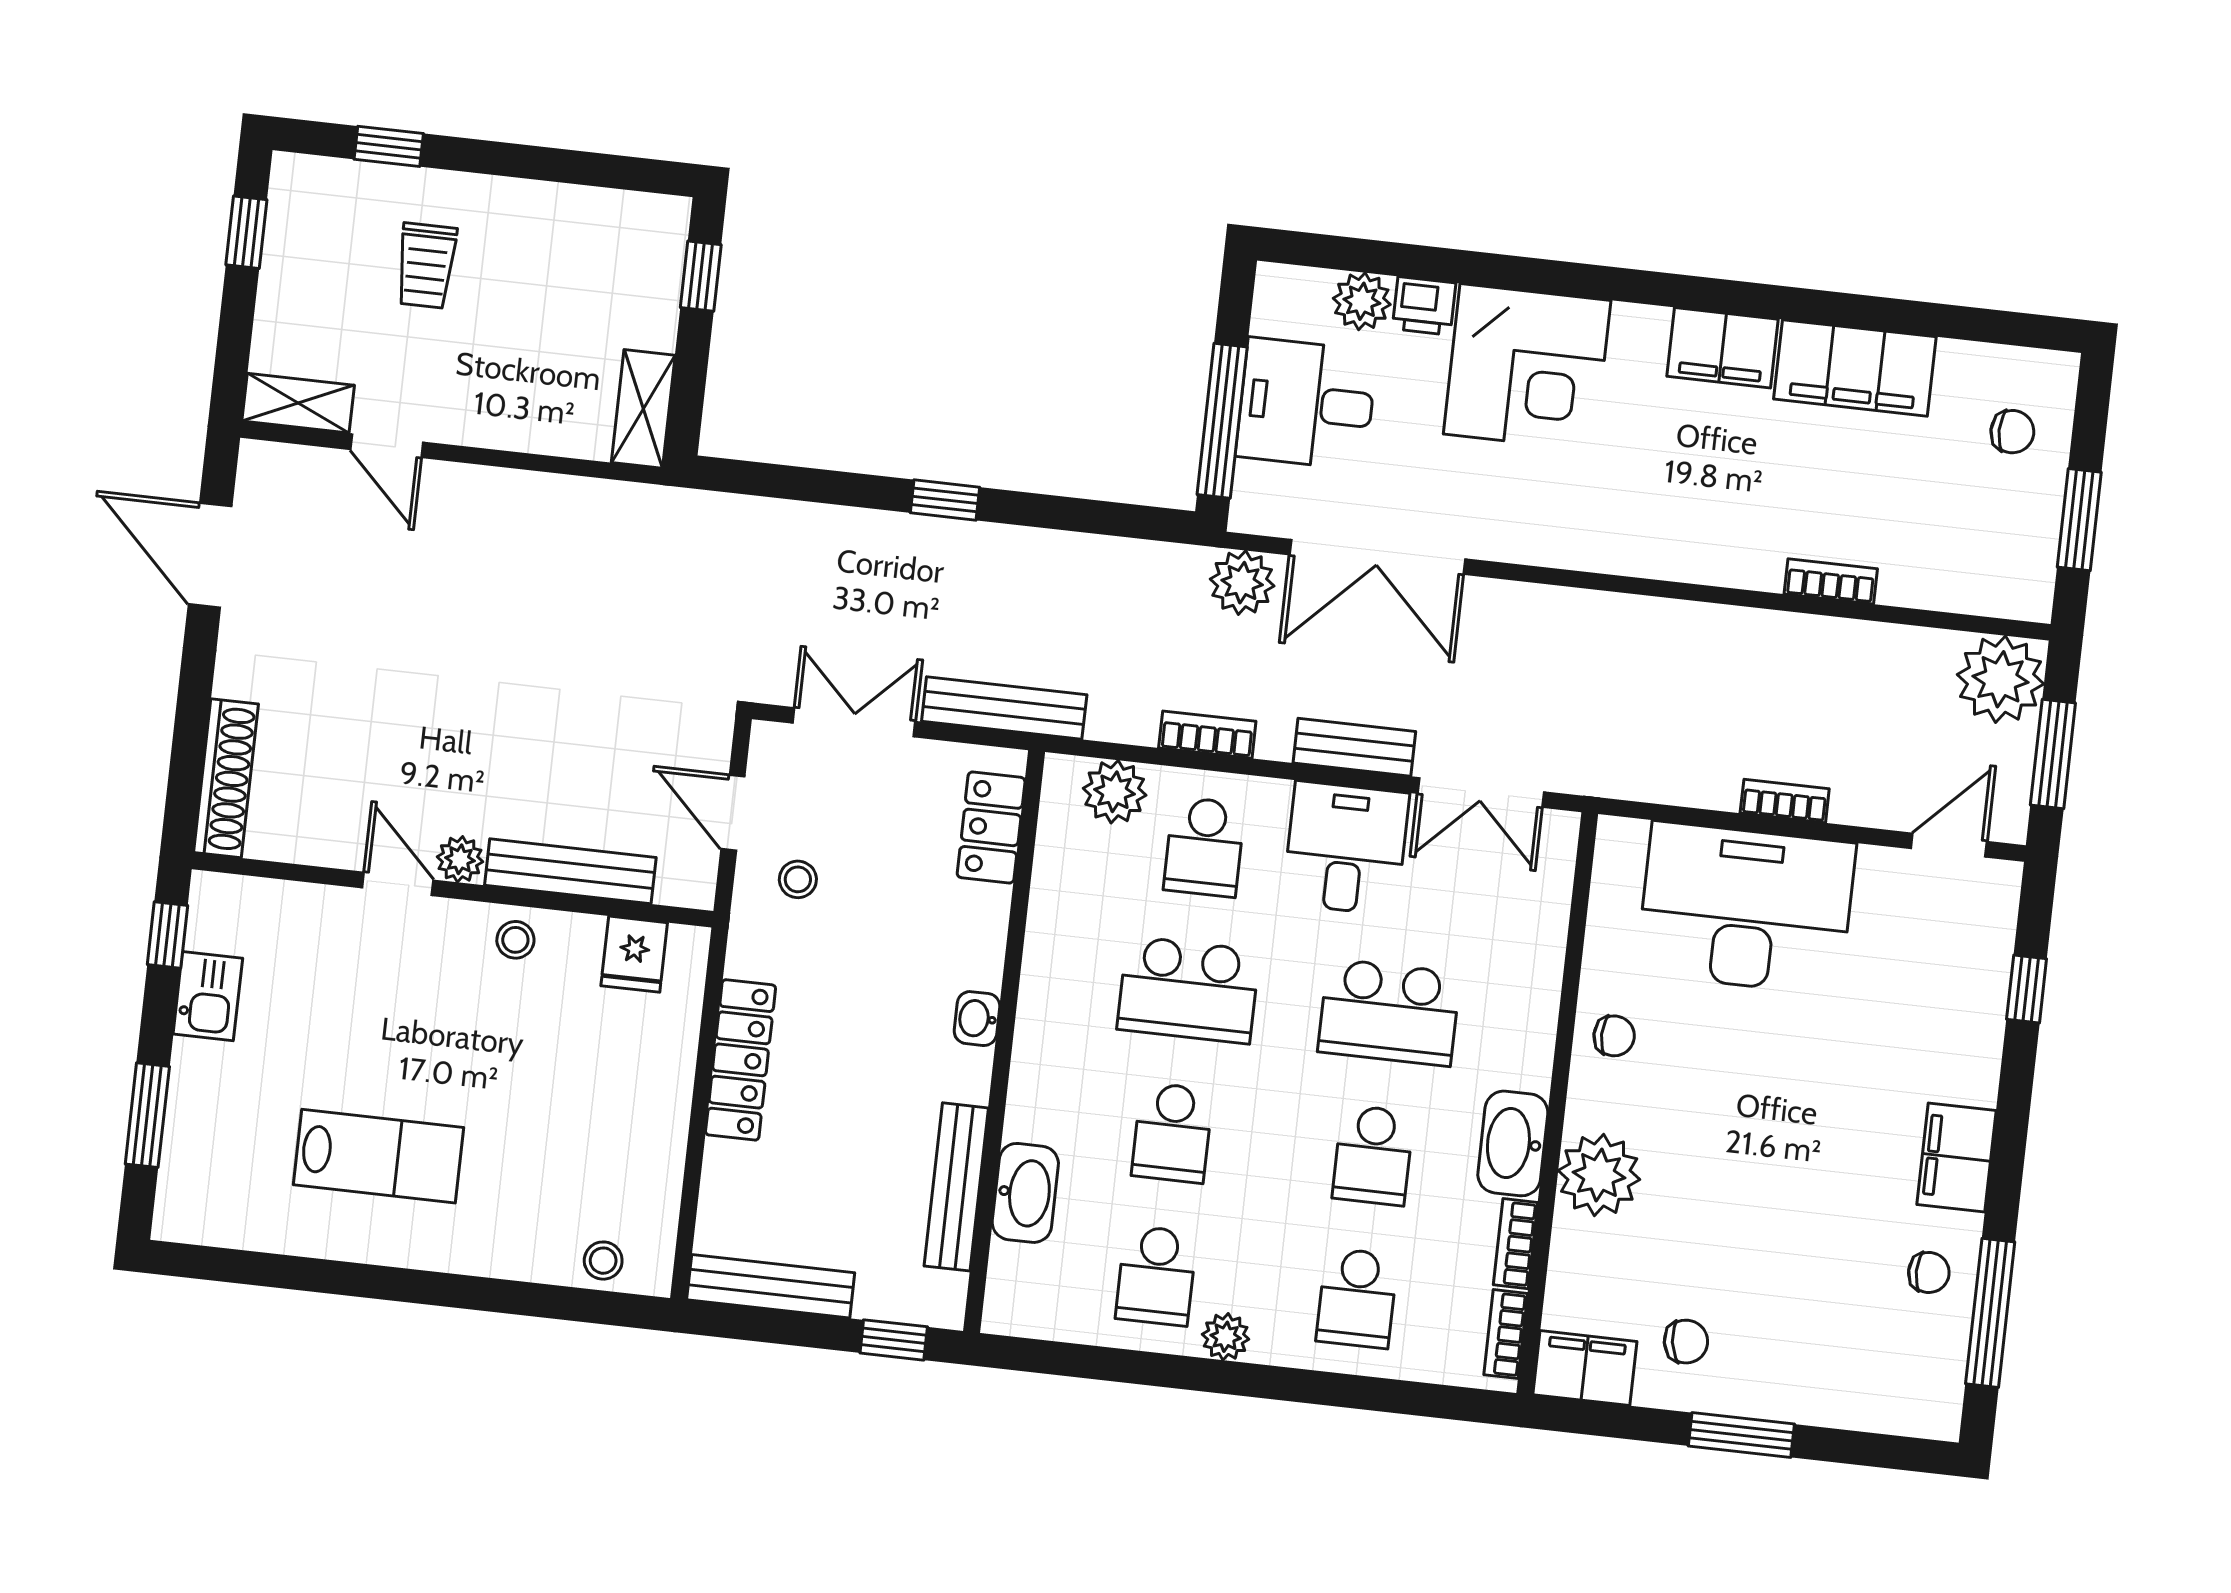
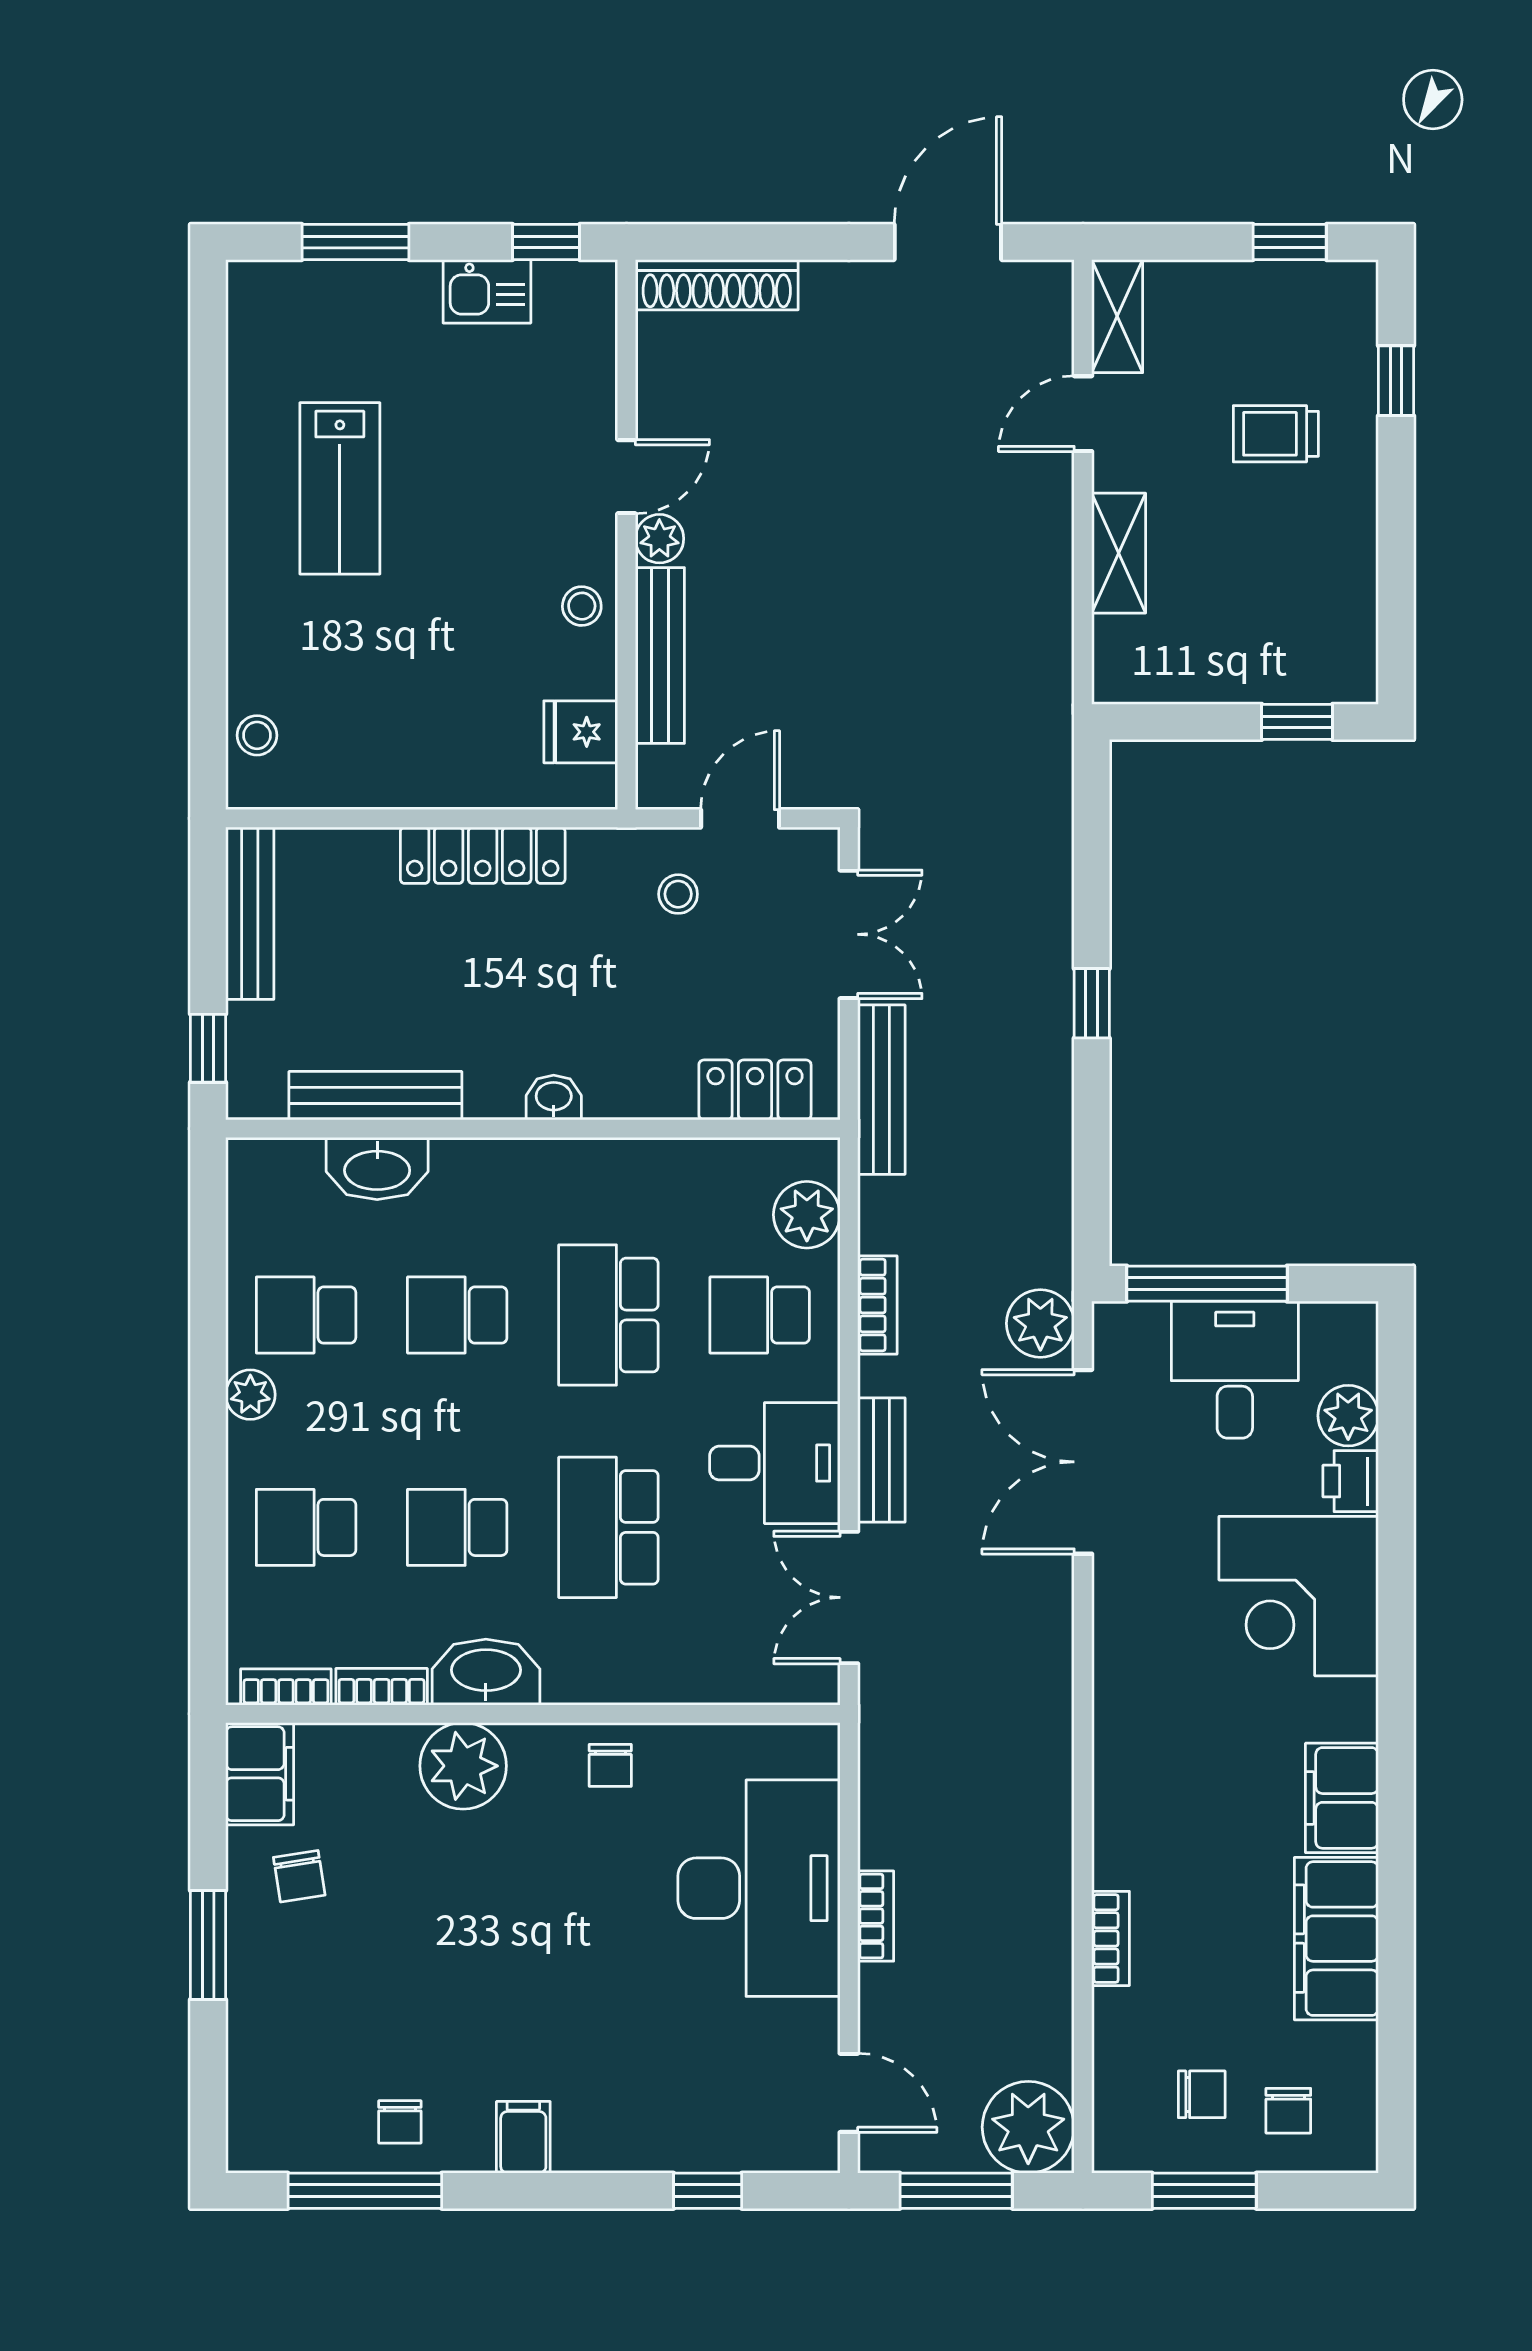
shelving: (643, 409) -> (1119, 553), moved, turned 90
chair: (1988, 512) -> (1202, 2094), added
filing cabinet: (1956, 1157) -> (523, 2137), width x0.50

